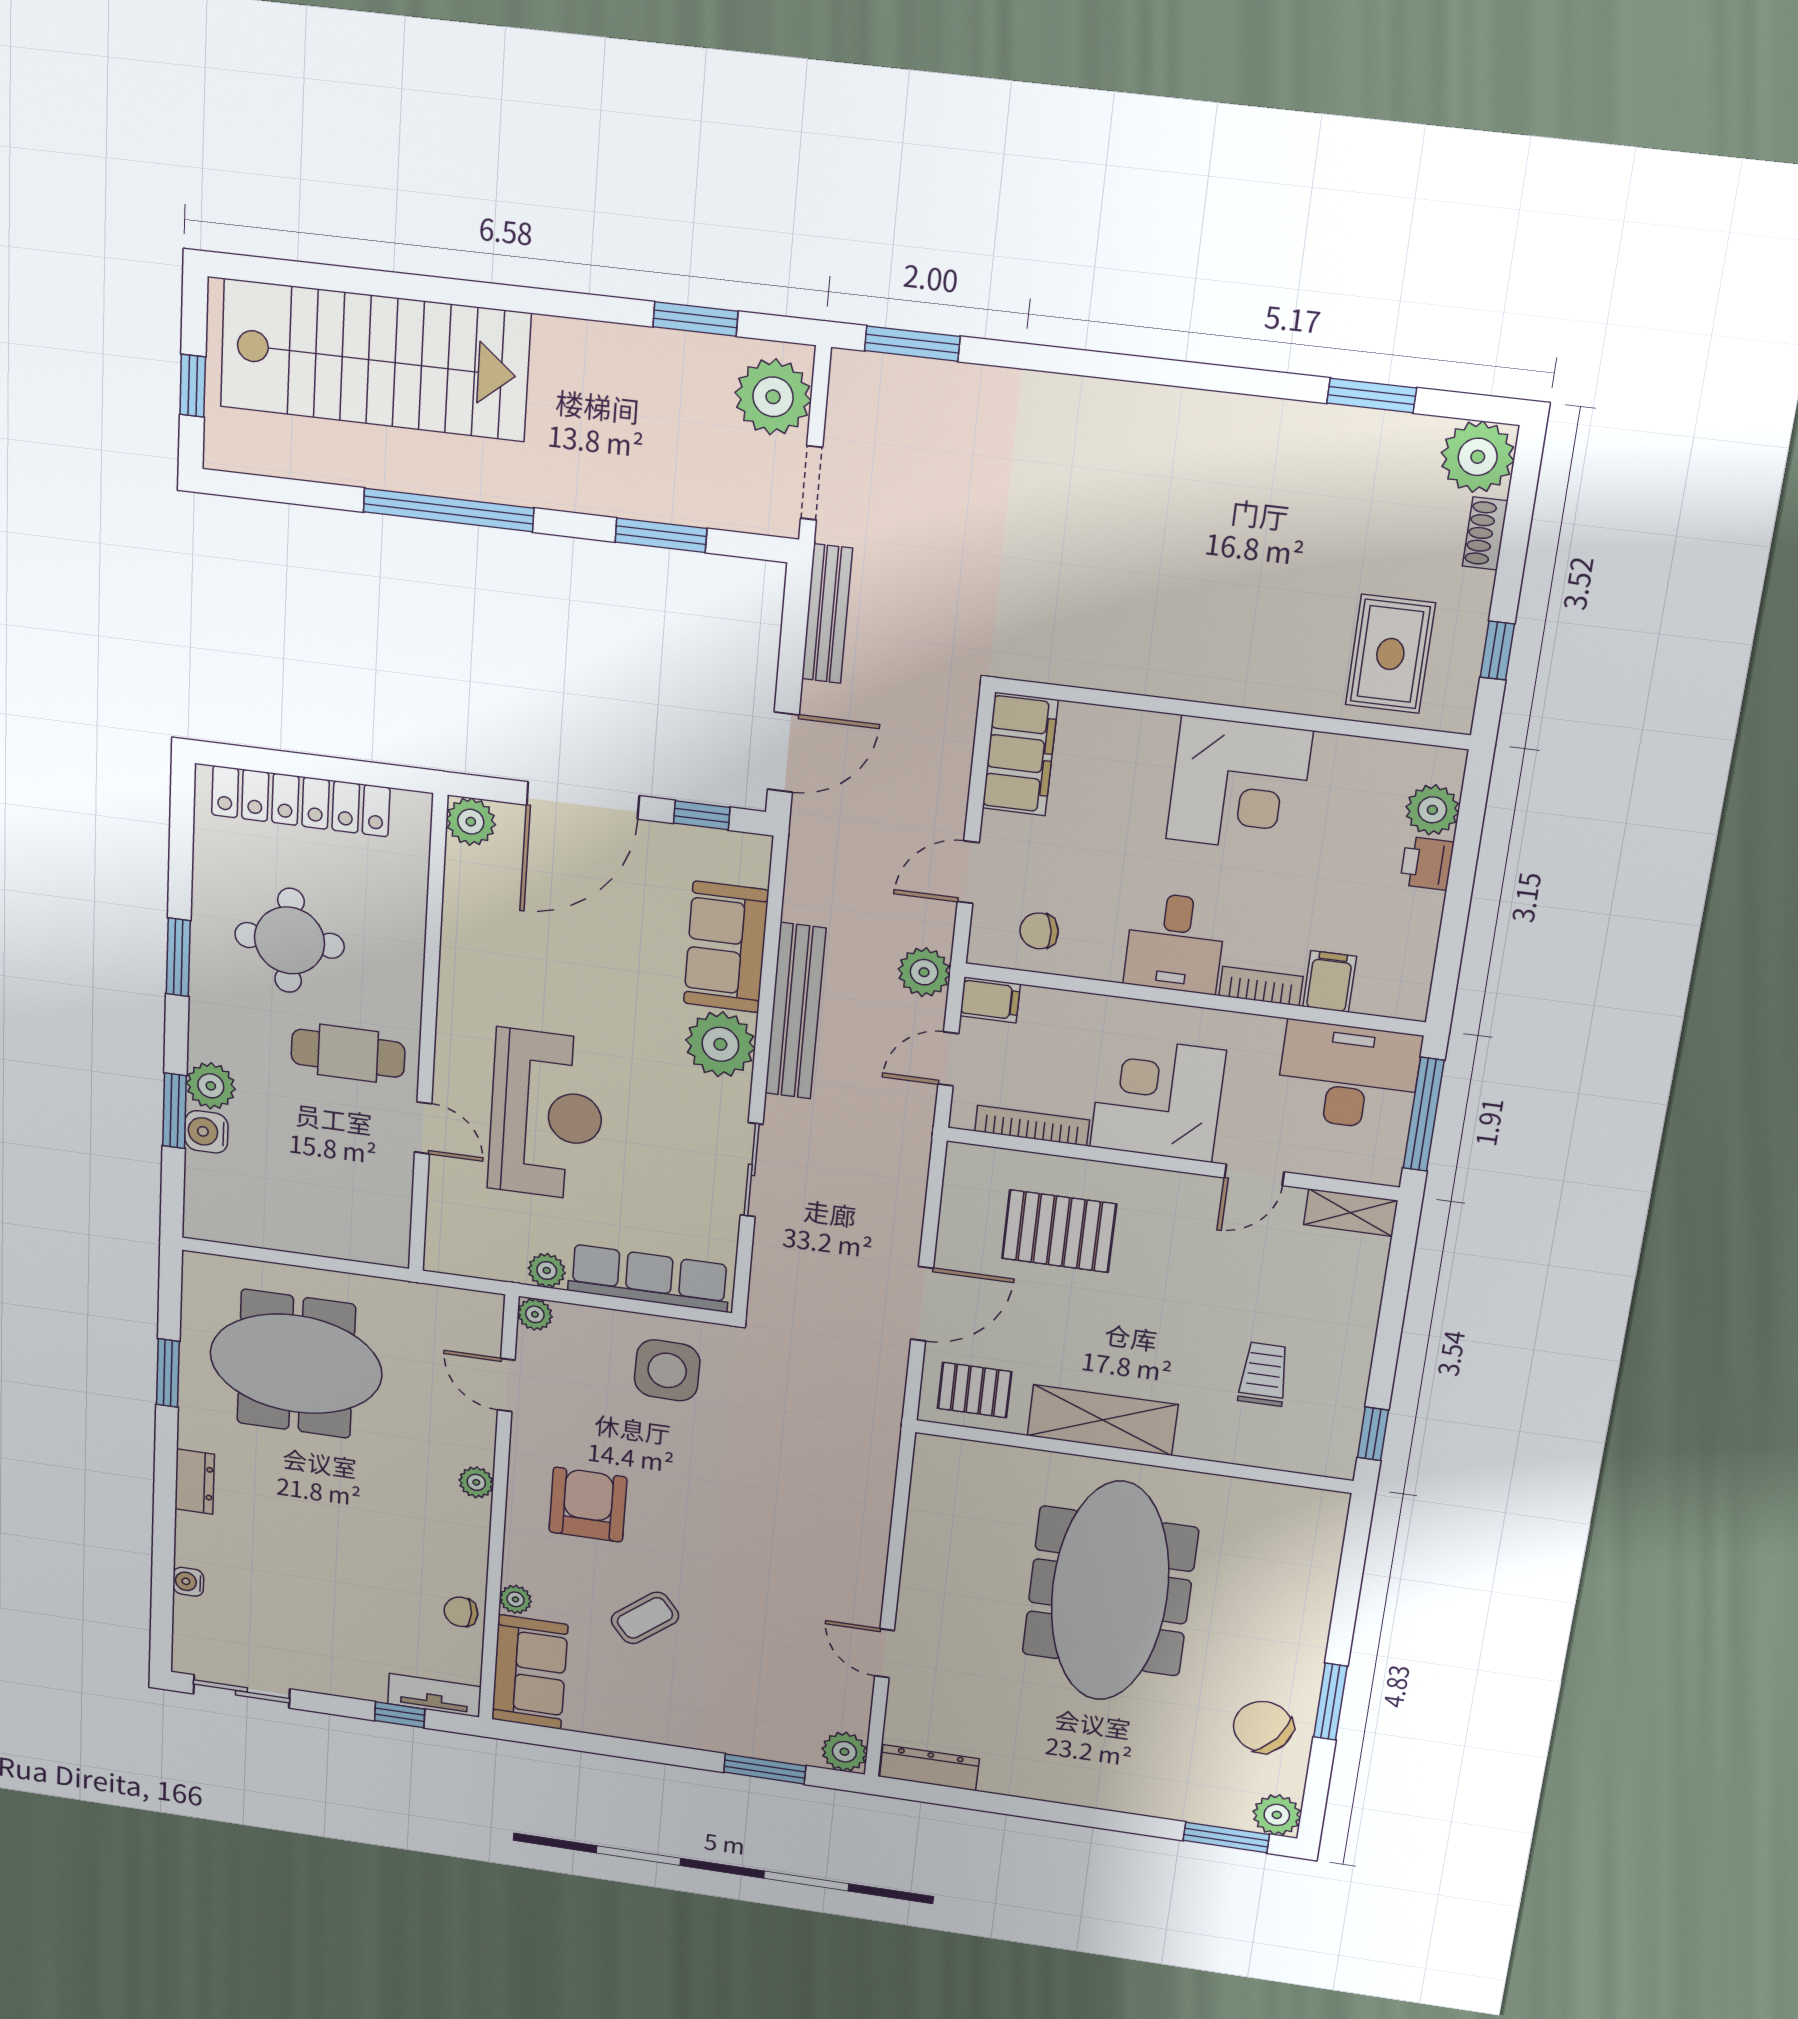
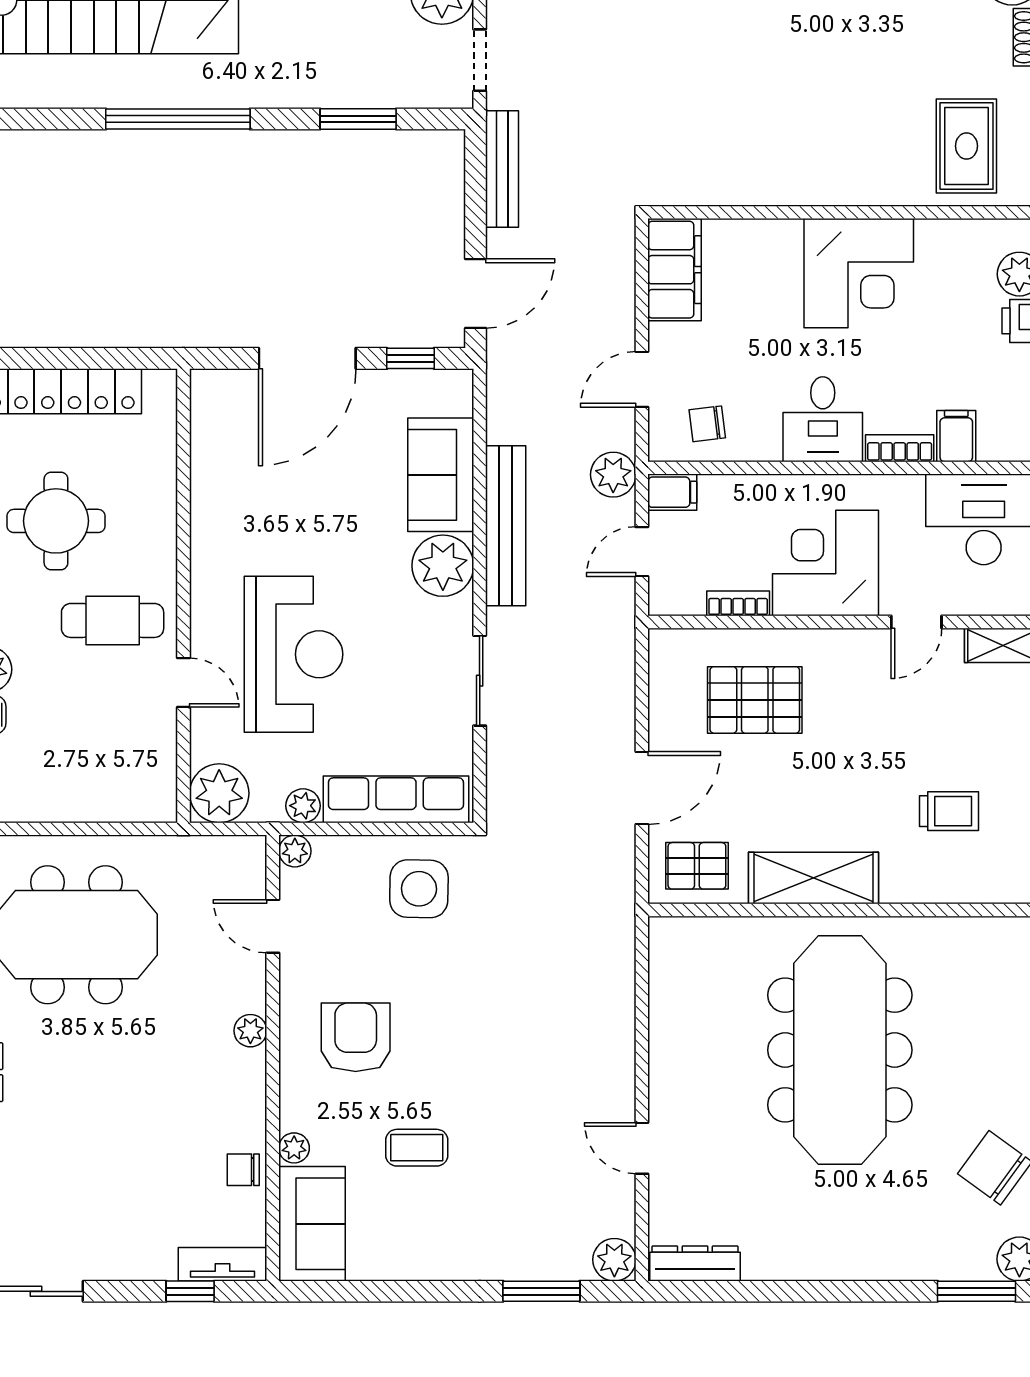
plant: (471, 822) -> (219, 793), moved, width x1.36, depth x1.36
bookcase: (1032, 1126) -> (738, 603), width x0.64
trolley: (1264, 1374) -> (949, 811), turned 90
coffee table: (645, 1618) -> (417, 1148), turned 39

